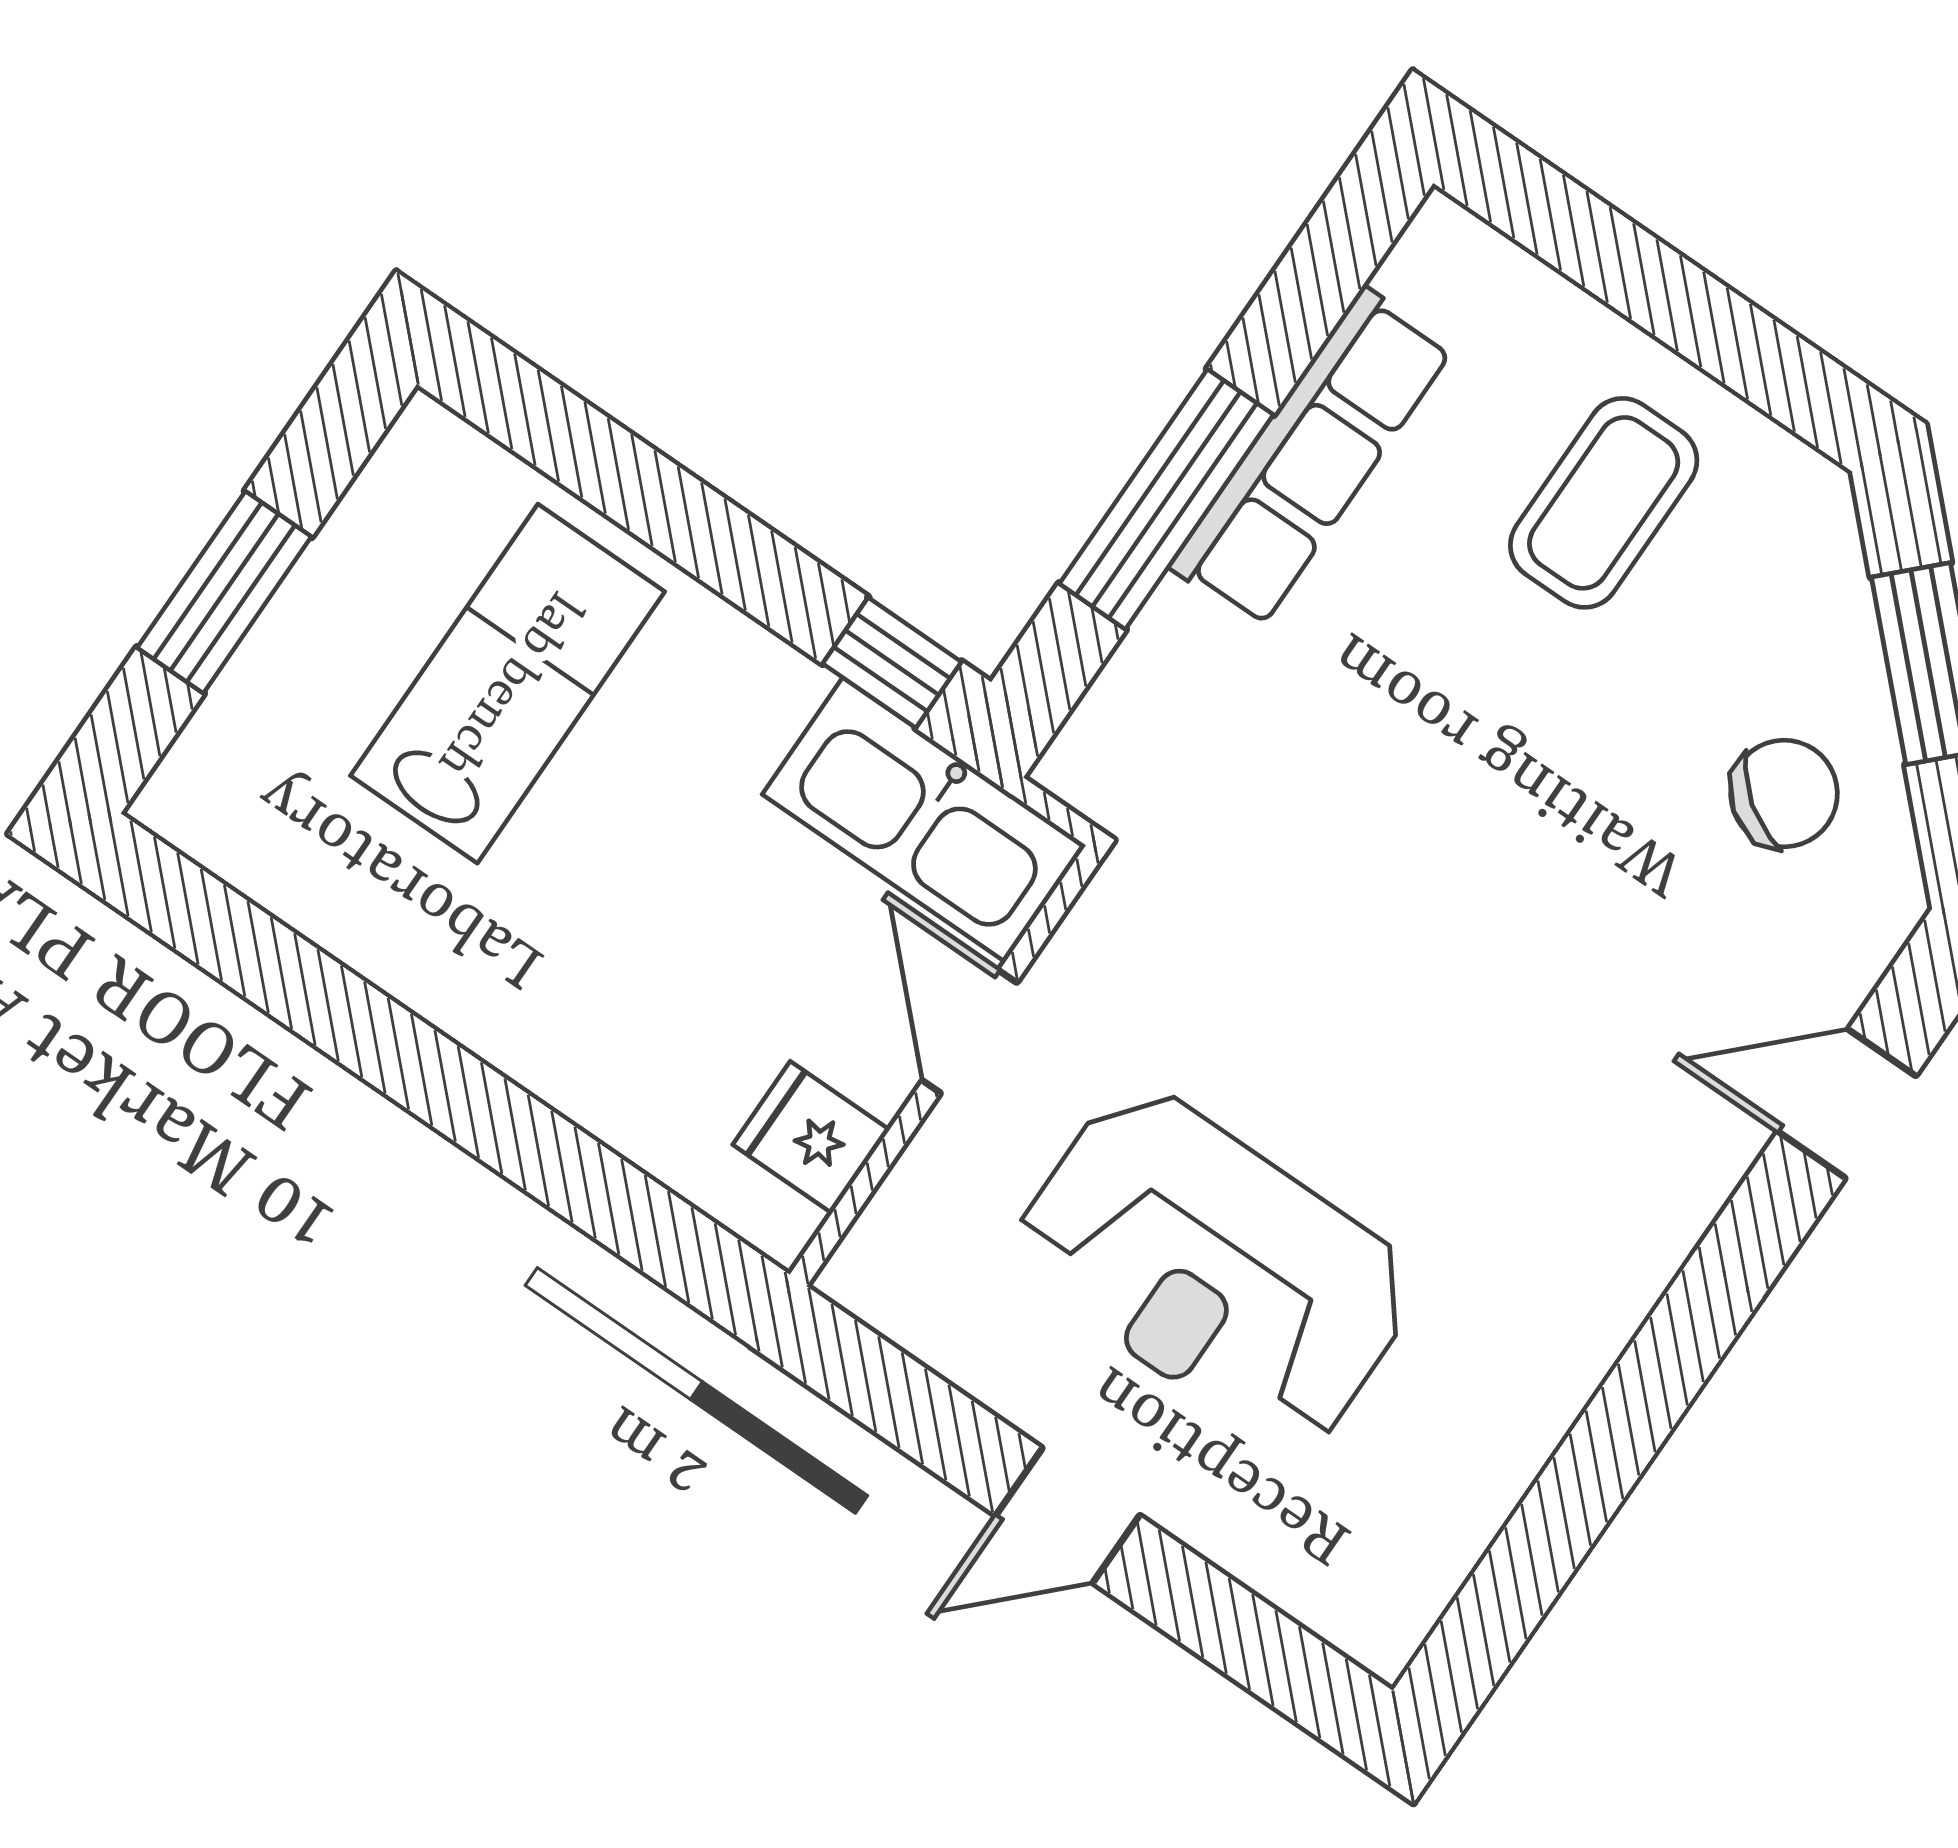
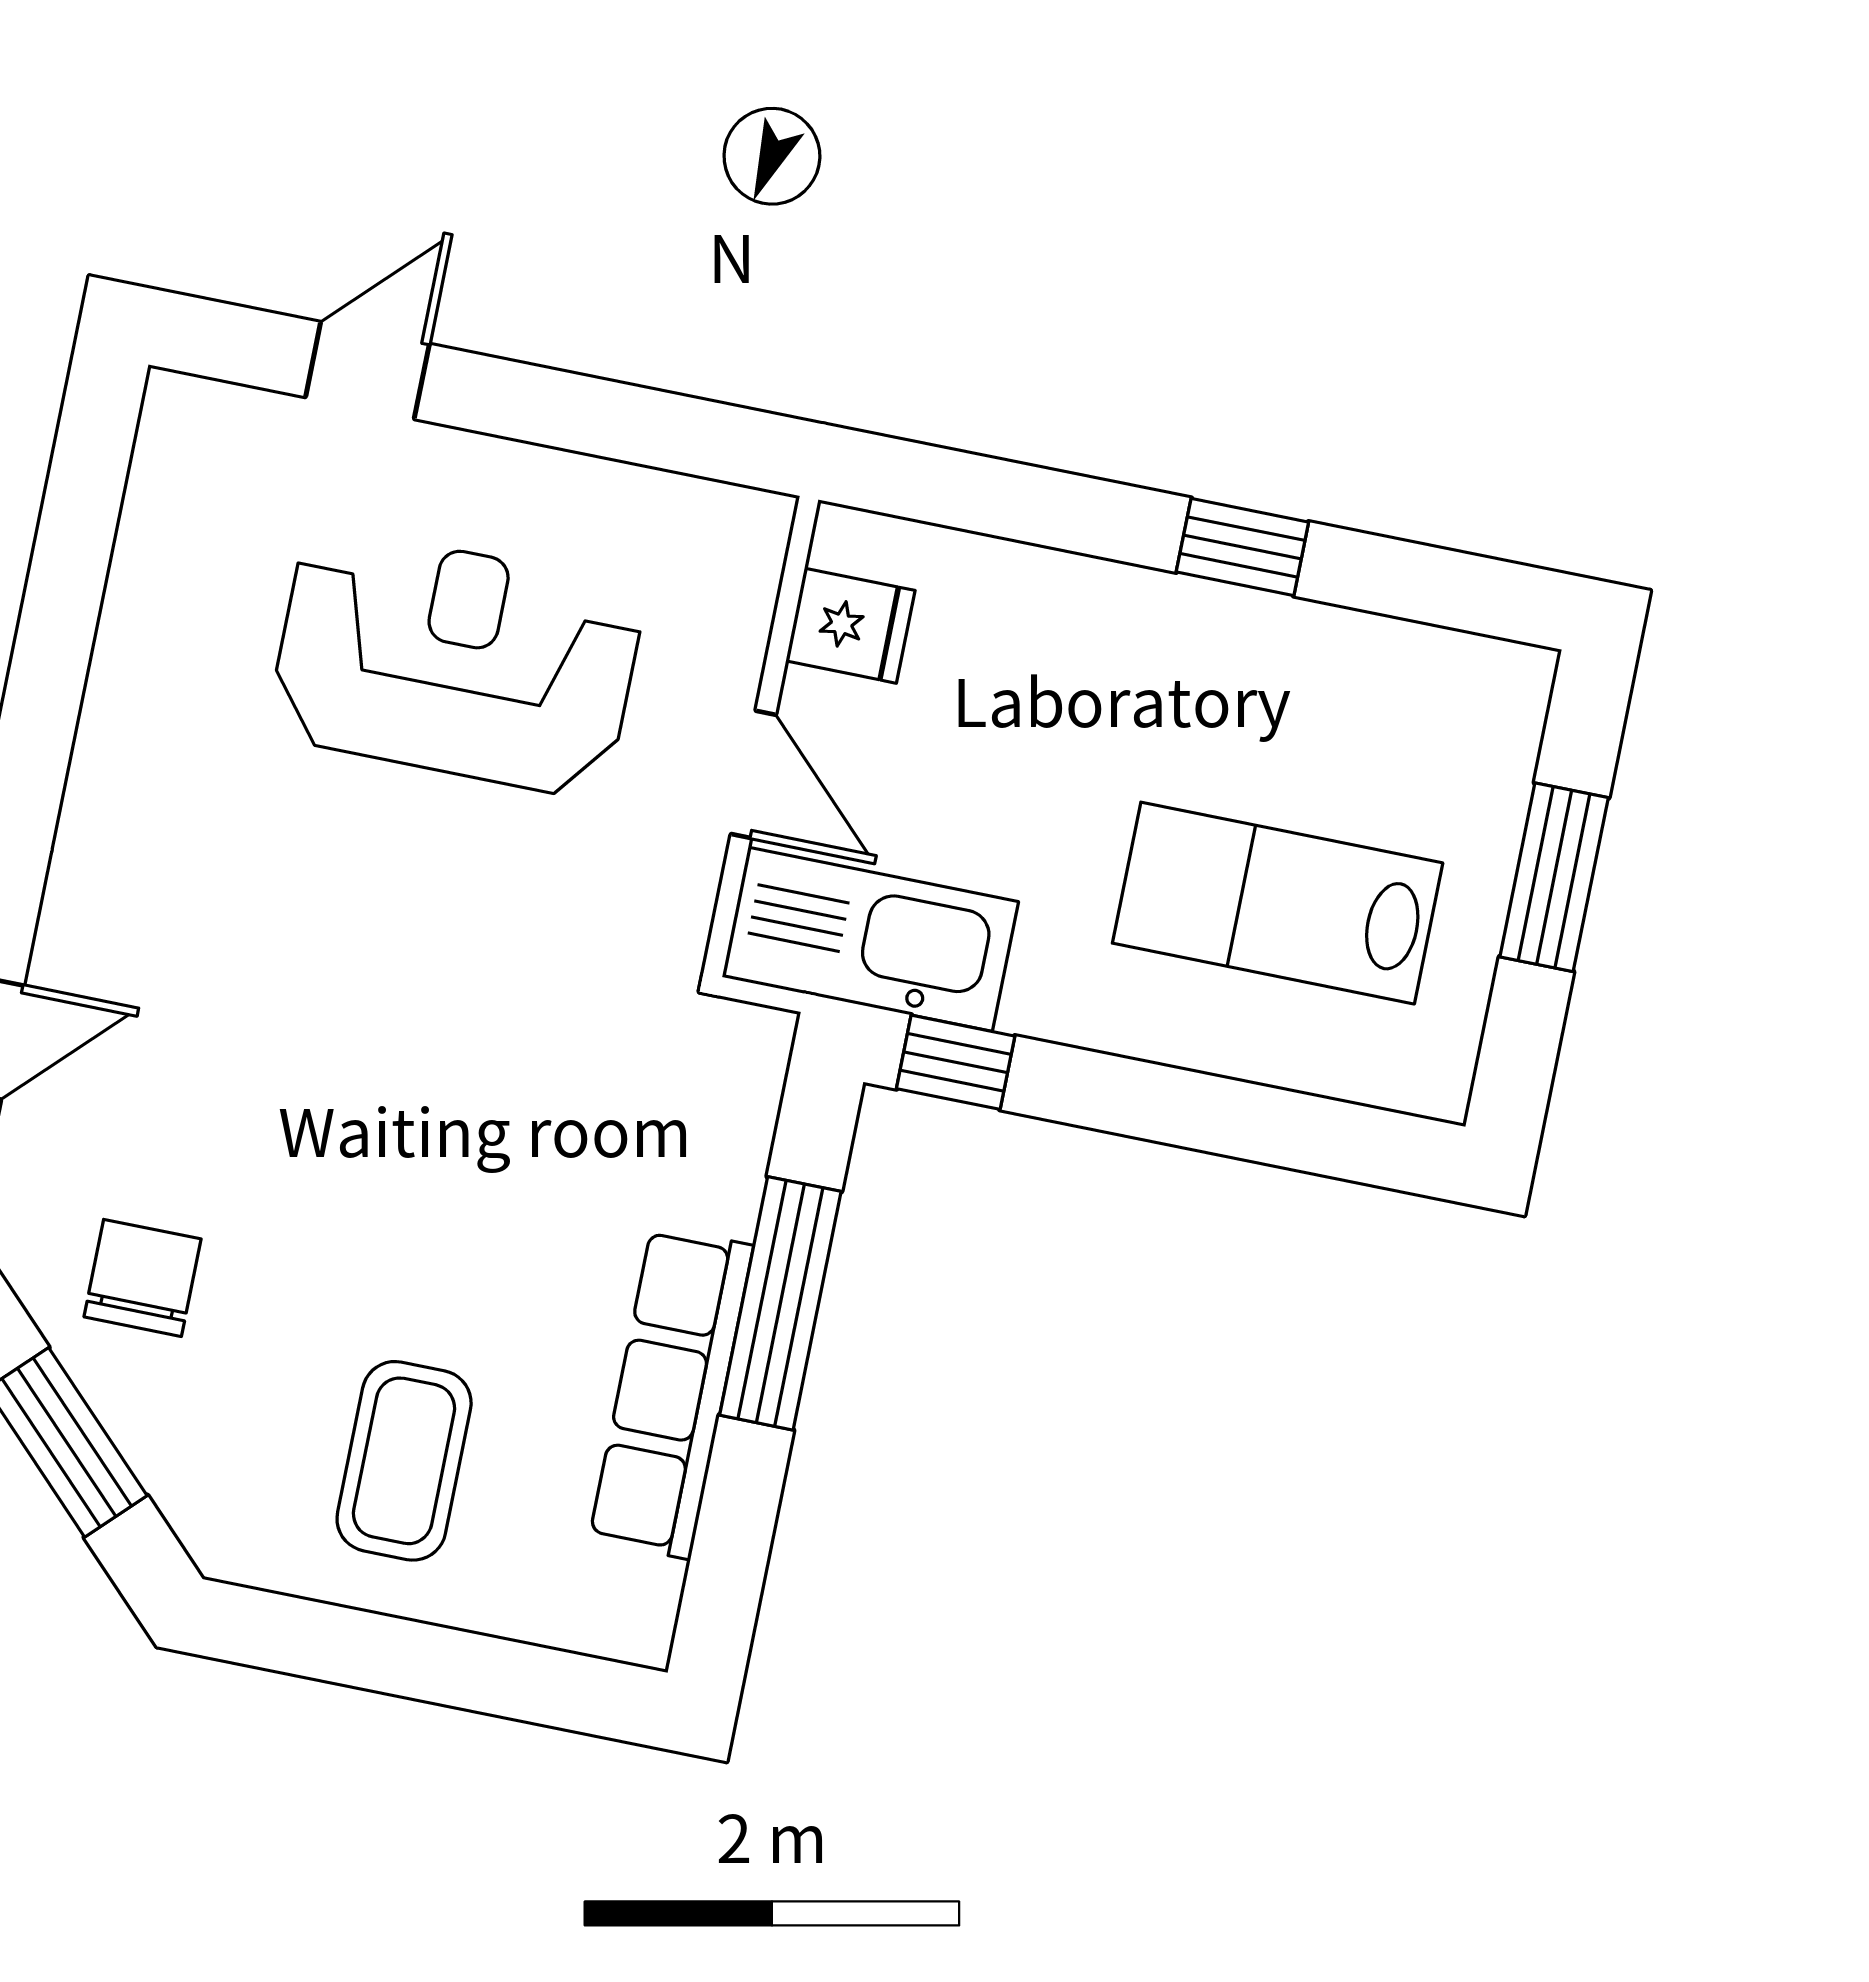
lab bench: (508, 684) -> (1278, 903), turned 90
chair: (1784, 794) -> (143, 1278), turned 144
window: (392, 1049) -> (1242, 547), added
door: (1068, 1515) -> (367, 371), moved

